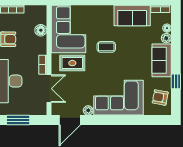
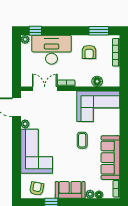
sofa: (132, 15) -> (110, 158), width x1.36
rug: (72, 63) -> (68, 110), removed
double door: (49, 89) -> (45, 89), swing flipped
window: (18, 120) -> (17, 61), removed

